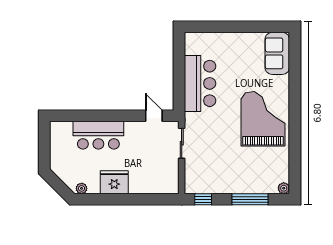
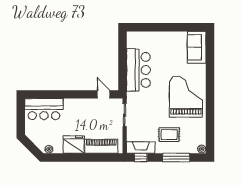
bar counter: (98, 135) -> (44, 109), moved
rug: (241, 169) -> (169, 135), added
piano: (151, 184) -> (101, 146), added
fireplace: (203, 186) -> (141, 148), added

